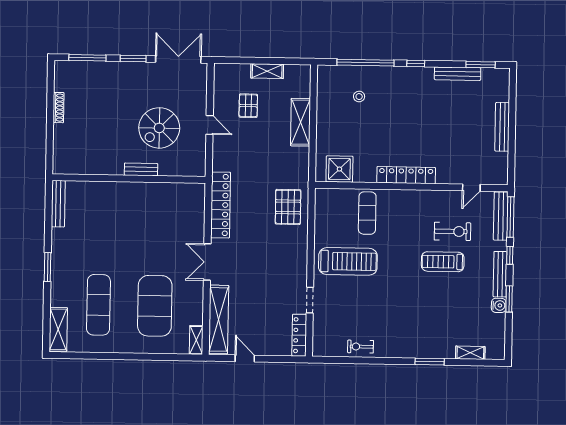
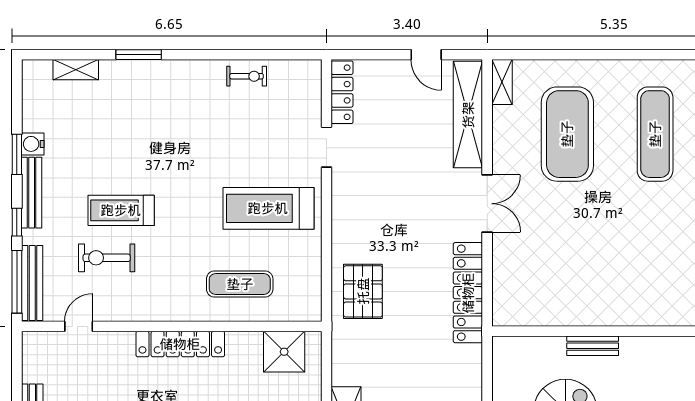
exercise mat: (367, 213) -> (240, 284), turned 90
treadmill: (443, 262) -> (121, 210), turned 180

